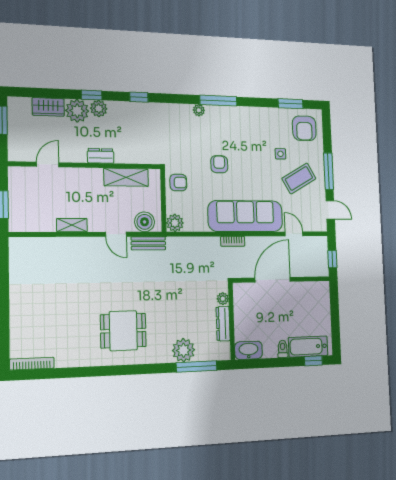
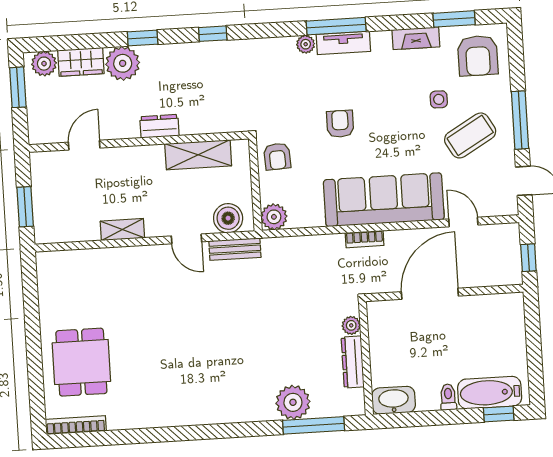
plant: (99, 109) -> (44, 64), moved
tv unit: (223, 112) -> (343, 43), added
fireplace: (267, 113) -> (416, 38), added
armchair: (178, 183) -> (277, 156), turned 87
dining table: (123, 331) -> (81, 362), moved, turned 90

